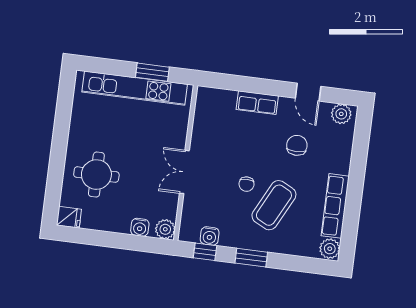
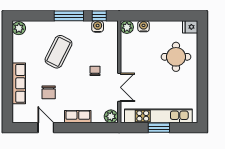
window: (152, 72) -> (159, 128), moved
plant: (341, 114) -> (111, 116), moved
double door: (184, 172) -> (119, 87), moved
chair: (246, 184) -> (95, 71), moved
row of seats: (335, 206) -> (19, 83), moved
window: (251, 258) -> (69, 16), width x1.44

